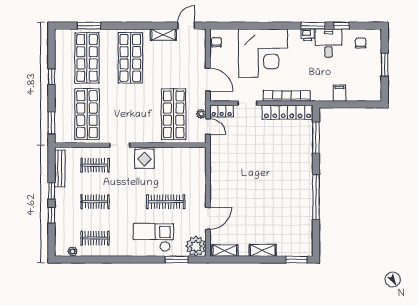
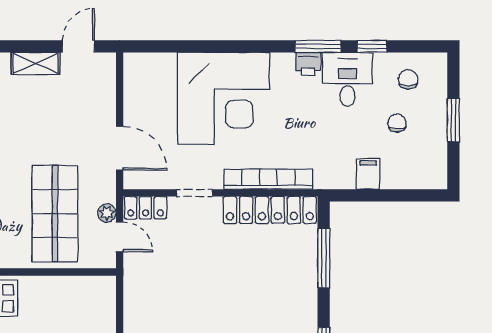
chair: (216, 42) -> (397, 123), moved

